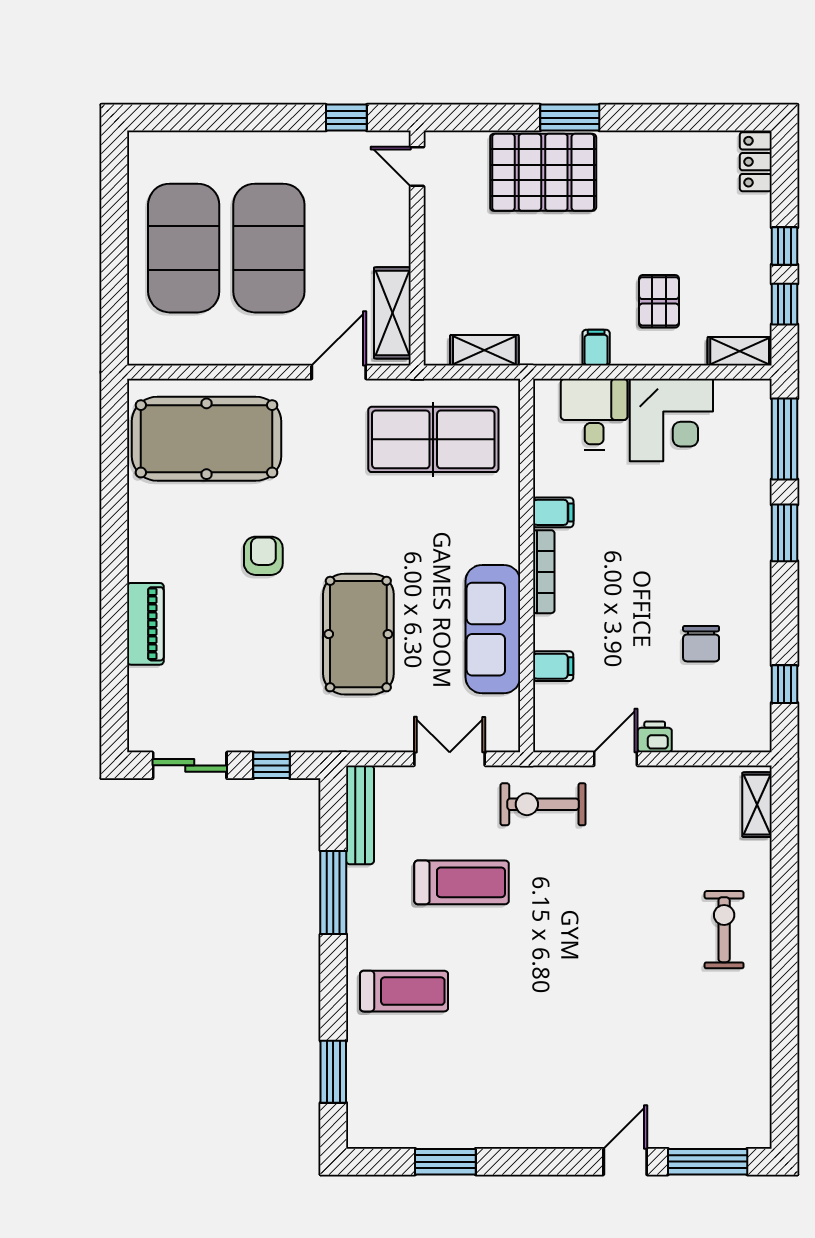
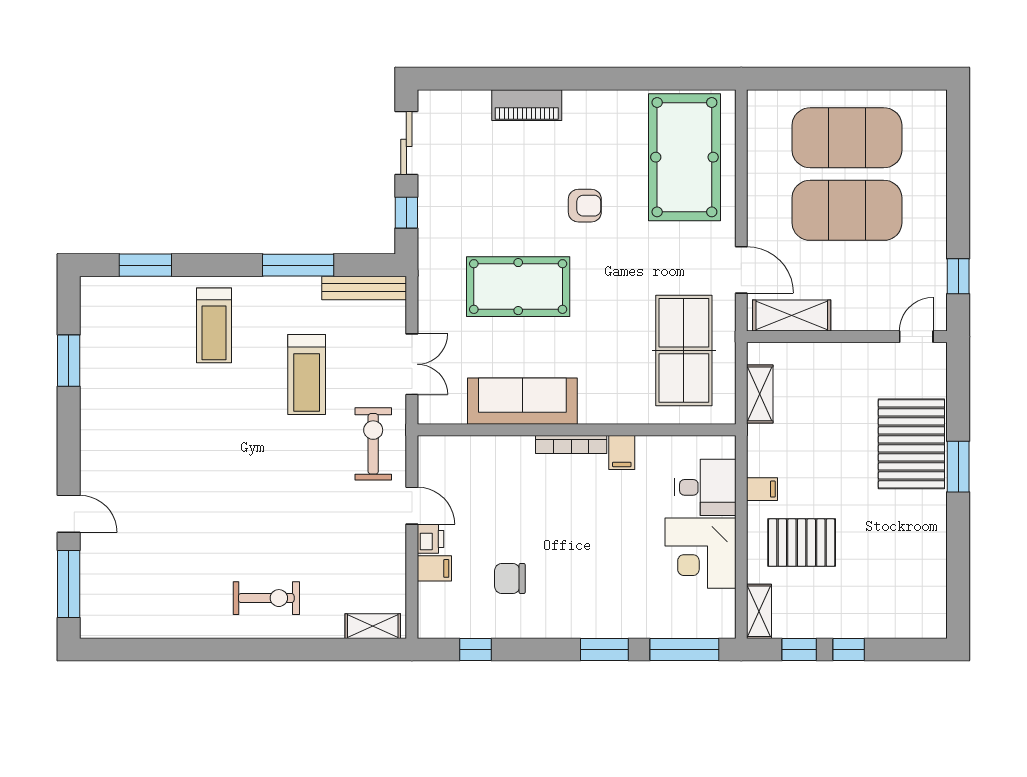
locker: (756, 162) -> (920, 625), removed
pallet: (659, 301) -> (802, 543), width x1.50, depth x1.42
filing cabinet: (553, 666) -> (434, 568), moved, turned -90

